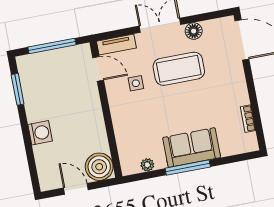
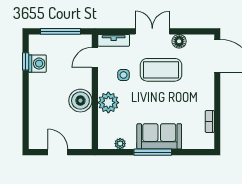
door: (98, 69) -> (95, 57), swing flipped
window: (18, 89) -> (26, 61), width x0.67
plant: (124, 119) -> (108, 103), added
washing machine: (40, 133) -> (37, 64), moved
boiler: (99, 167) -> (80, 101), moved

